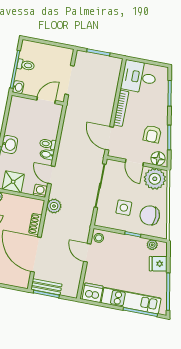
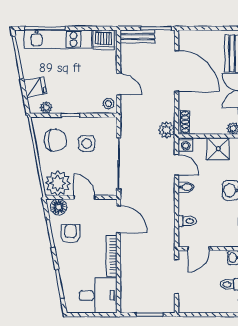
toilet: (48, 144) -> (187, 221), moved
shoe rack: (35, 224) -> (184, 122), moved
bench: (46, 287) -> (137, 36), moved

